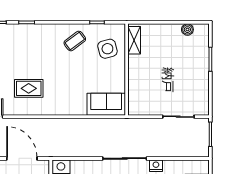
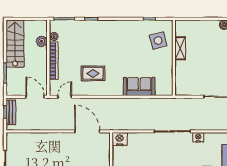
shelving: (134, 40) -> (180, 48), moved
coffee table: (75, 41) -> (131, 34), removed
sofa: (106, 104) -> (139, 87), moved

